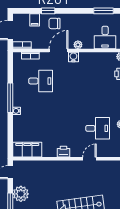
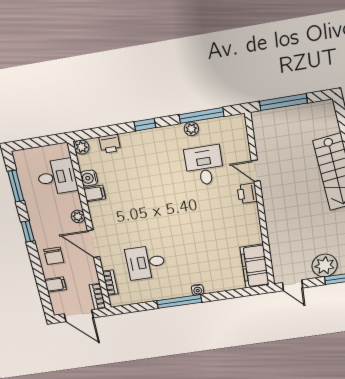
window: (48, 11) -> (28, 231), moved
water cooler: (73, 57) -> (89, 178), moved
filing cabinet: (91, 58) -> (95, 193), added
desk: (41, 81) -> (146, 263), turned -90
printer: (64, 152) -> (247, 193), moved

